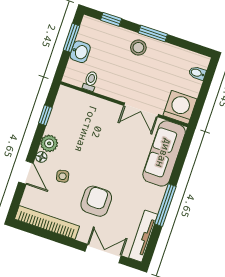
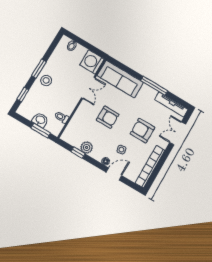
window: (72, 38) -> (41, 131), moved
plant: (49, 143) -> (87, 148), moved
armchair: (105, 147) -> (108, 117), added

